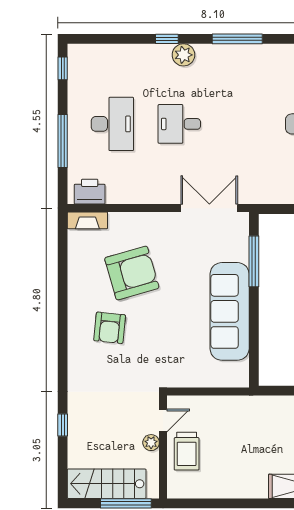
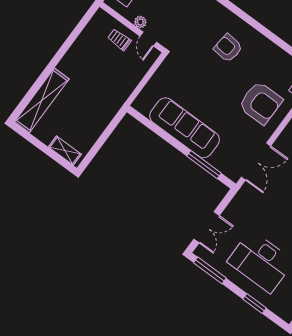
armchair: (132, 273) -> (260, 103), moved, turned -74
trolley: (187, 451) -> (119, 40), width x0.73, depth x0.72

